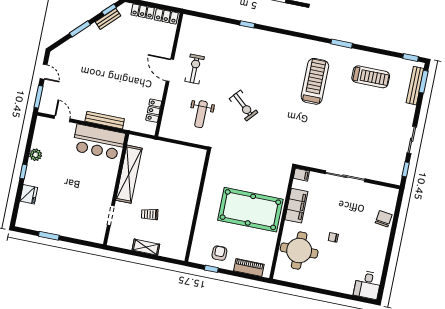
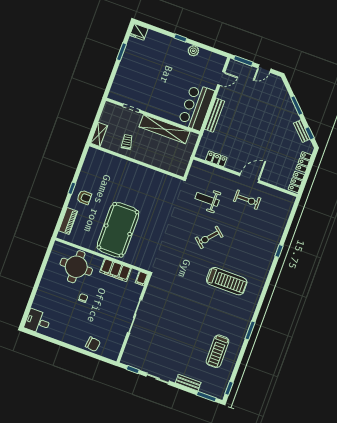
treadmill: (315, 81) -> (227, 281), moved
bench: (415, 86) -> (188, 383), moved, width x0.73
fridge: (29, 194) -> (139, 32), moved
wall: (198, 206) -> (136, 162), moved

